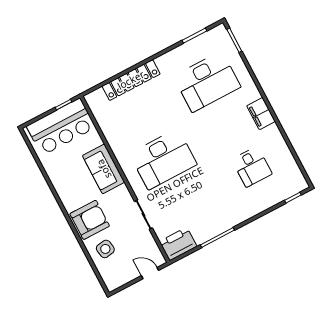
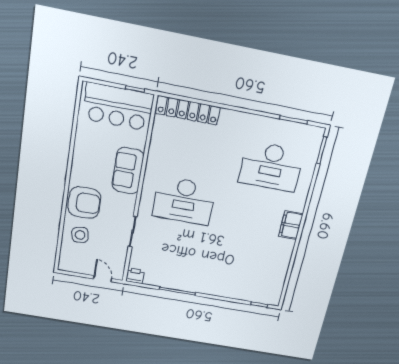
locker: (131, 80) -> (188, 110), moved
desk: (252, 167) -> (249, 259), removed
printer: (178, 244) -> (135, 276), width x0.53, depth x0.68

